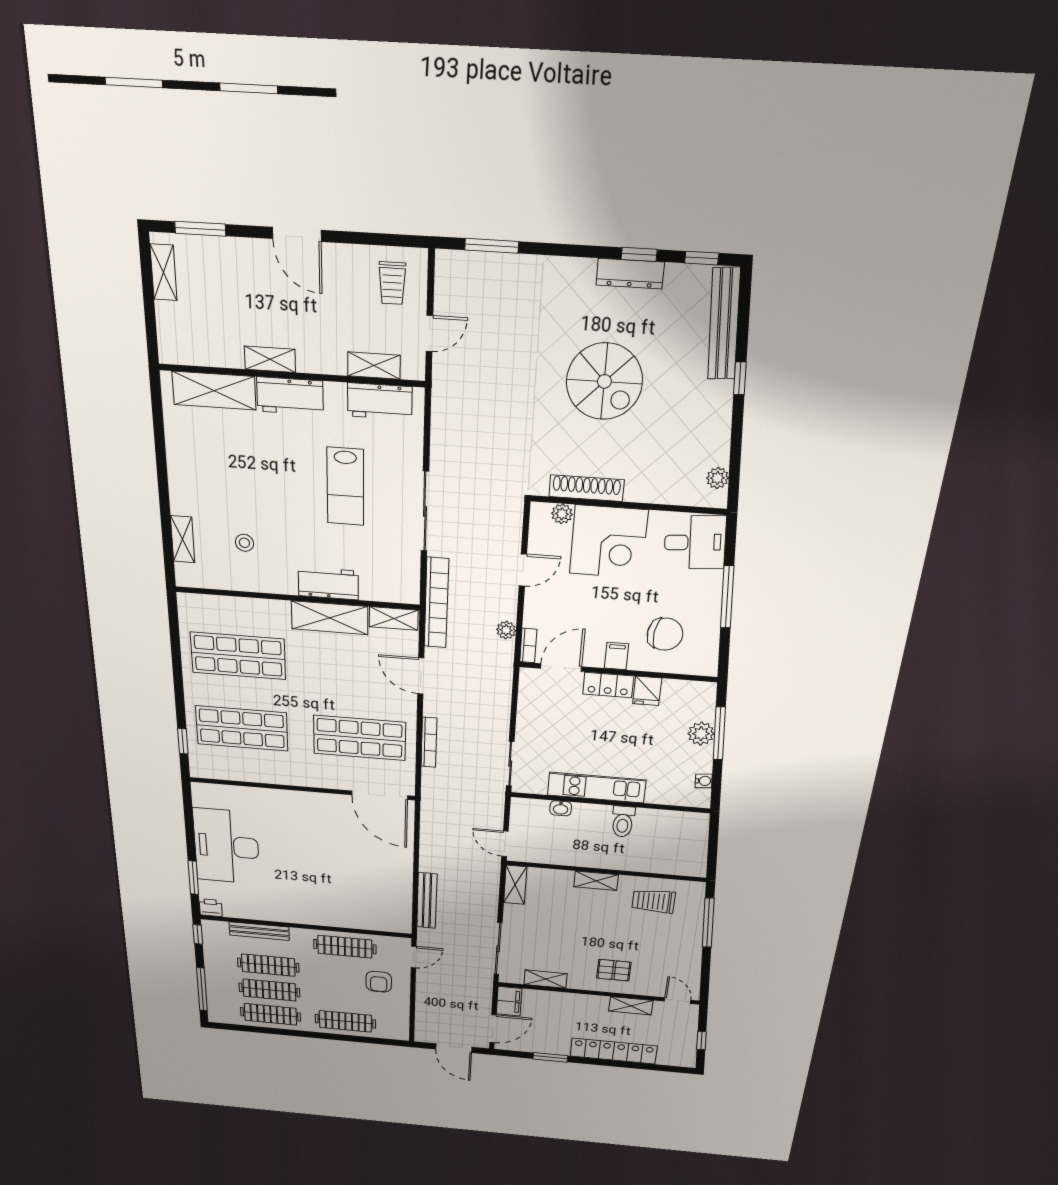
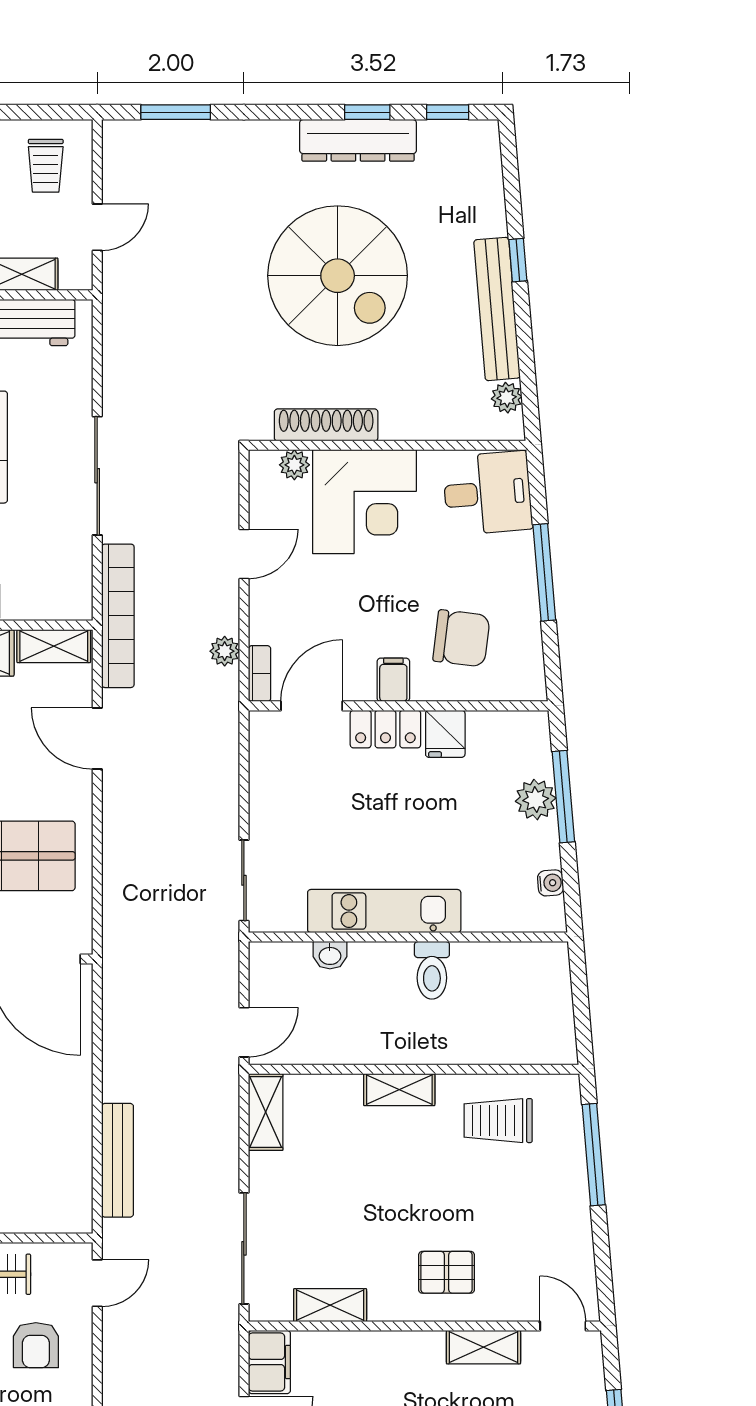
dresser: (630, 274) -> (358, 140), width x1.37, depth x1.24
bench: (724, 324) -> (497, 309), moved
spiral stairs: (604, 381) -> (338, 276), width x1.37, depth x1.37
bookcase: (429, 742) -> (113, 854), removed
door: (505, 844) -> (244, 1032), swing flipped

